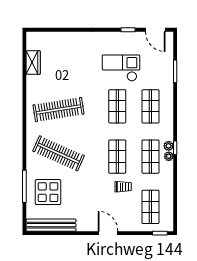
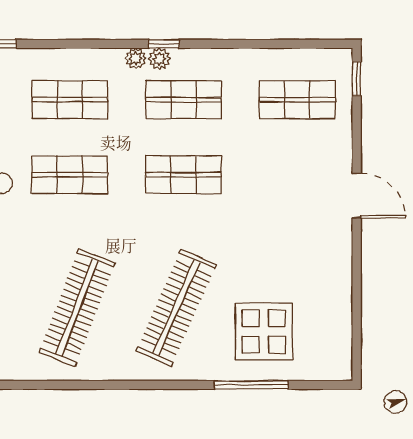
clothes rail: (58, 110) -> (77, 308), turned 30
plant: (169, 156) -> (136, 58), moved
trolley: (123, 187) -> (252, 162), removed
bench: (51, 225) -> (339, 325), removed
door: (108, 233) -> (357, 196), swing flipped

